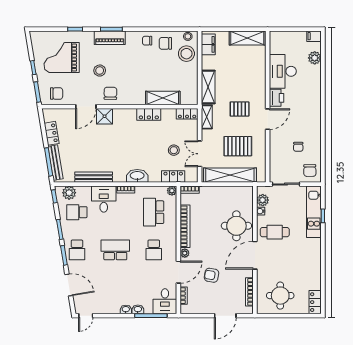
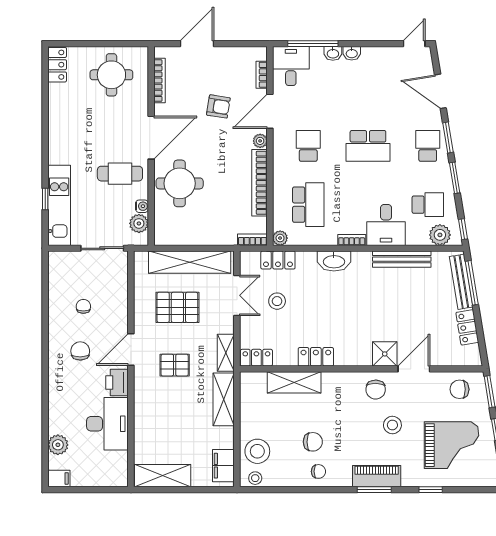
chair: (165, 43) -> (313, 442), moved
chair: (310, 171) -> (80, 351), moved

